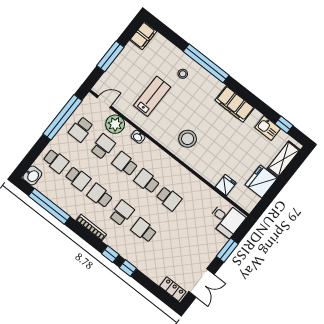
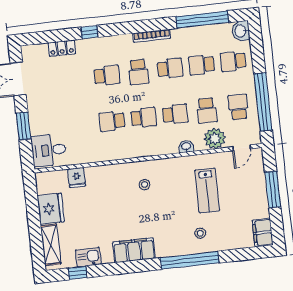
stool: (188, 139) -> (144, 185), width x0.53, depth x0.53
window: (110, 254) -> (115, 29), removed
locker: (173, 289) -> (62, 48), moved

